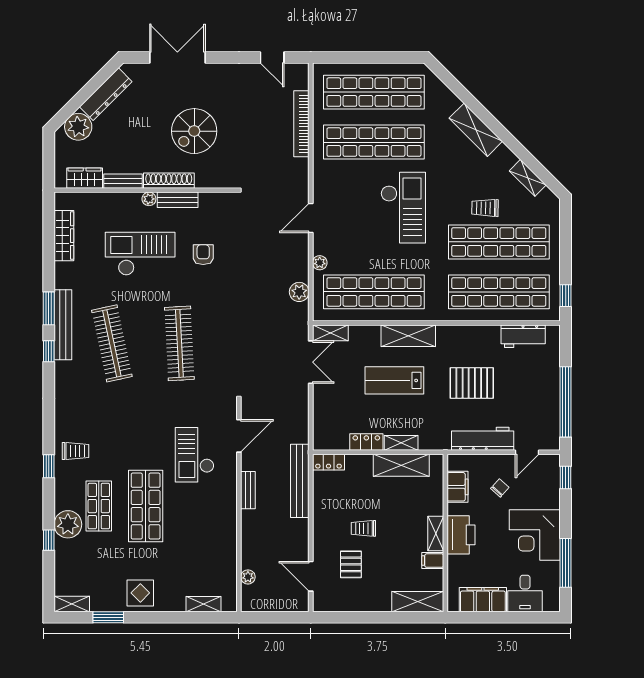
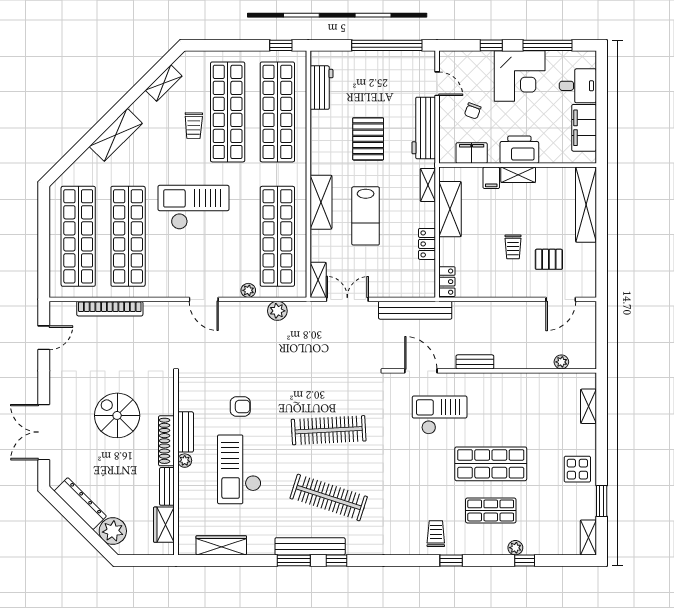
spiral stairs: (194, 131) -> (117, 415), turned 180
armchair: (203, 255) -> (240, 406), turned 180
clothes rail: (112, 343) -> (329, 497), turned 30
shelving: (401, 443) -> (428, 185), moved
checkout: (195, 455) -> (440, 415), turned 180
window: (566, 478) -> (491, 45), moved
bench: (300, 481) -> (415, 310), moved
chair: (500, 488) -> (473, 111), turned -112
plant: (68, 524) -> (515, 548), width x0.53, depth x0.53
filing cabinet: (433, 561) -> (491, 178), moved
shelving: (418, 602) -> (586, 205), width x1.47

